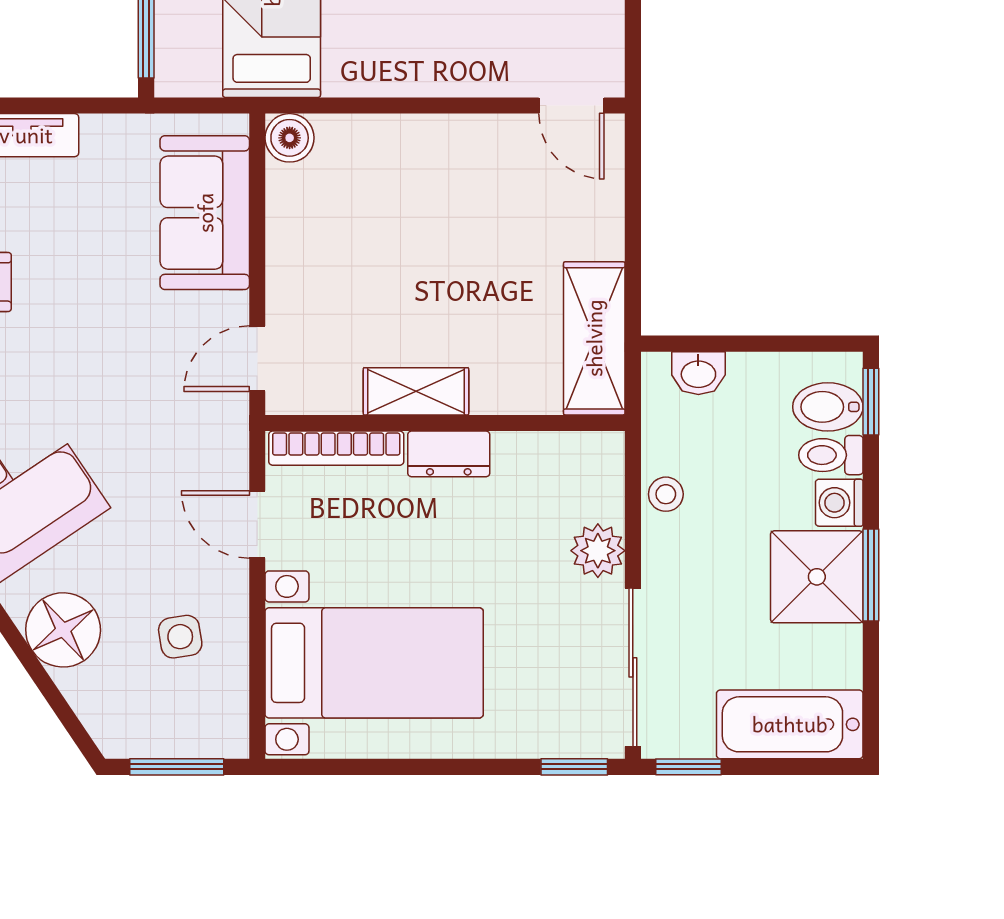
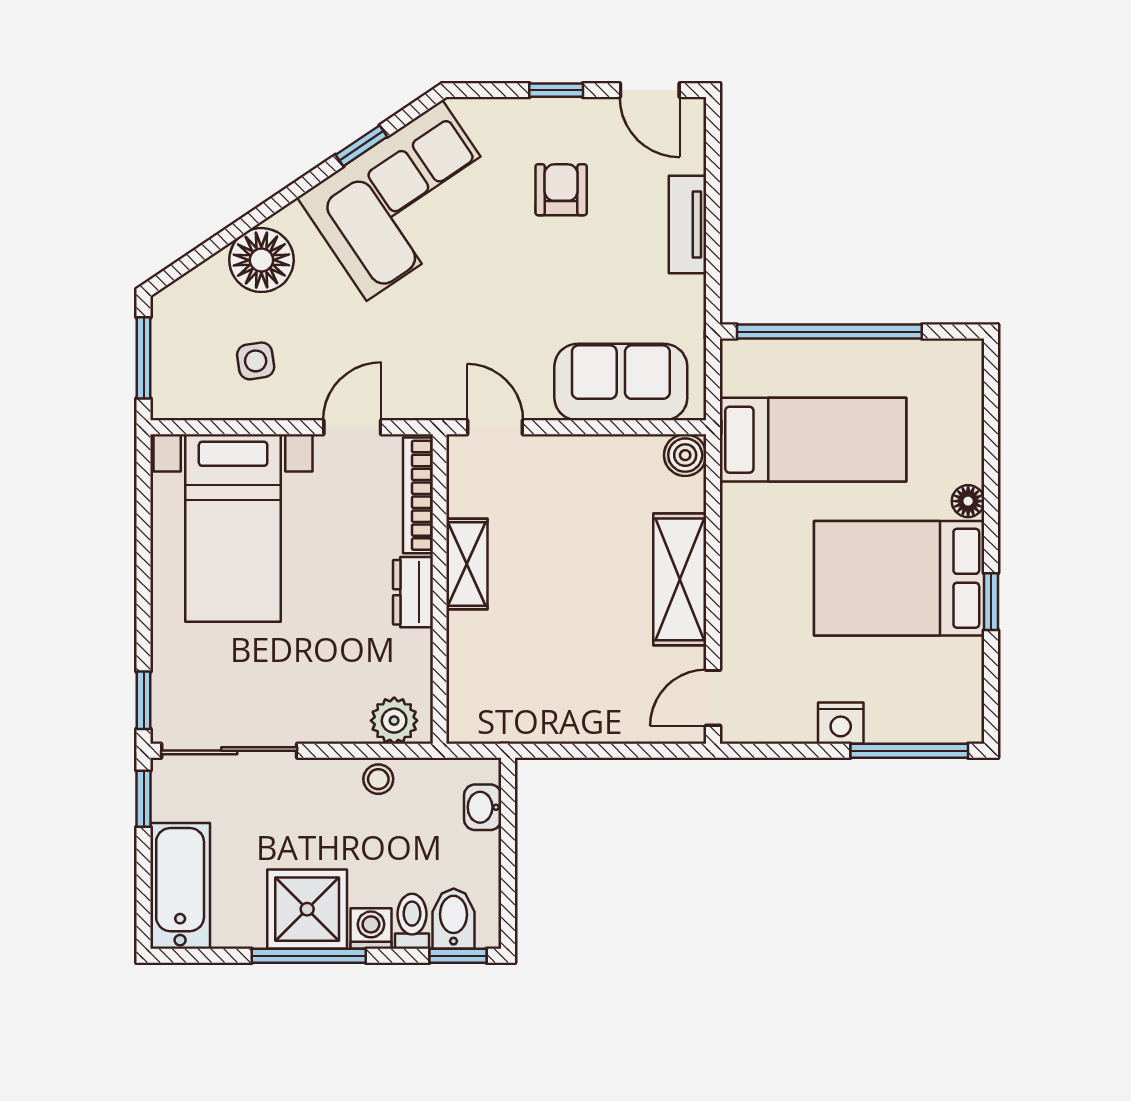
shelving: (594, 338) -> (680, 579), moved, turned 90
plant: (598, 551) -> (394, 721), moved
window: (871, 575) -> (309, 956), width x1.44

